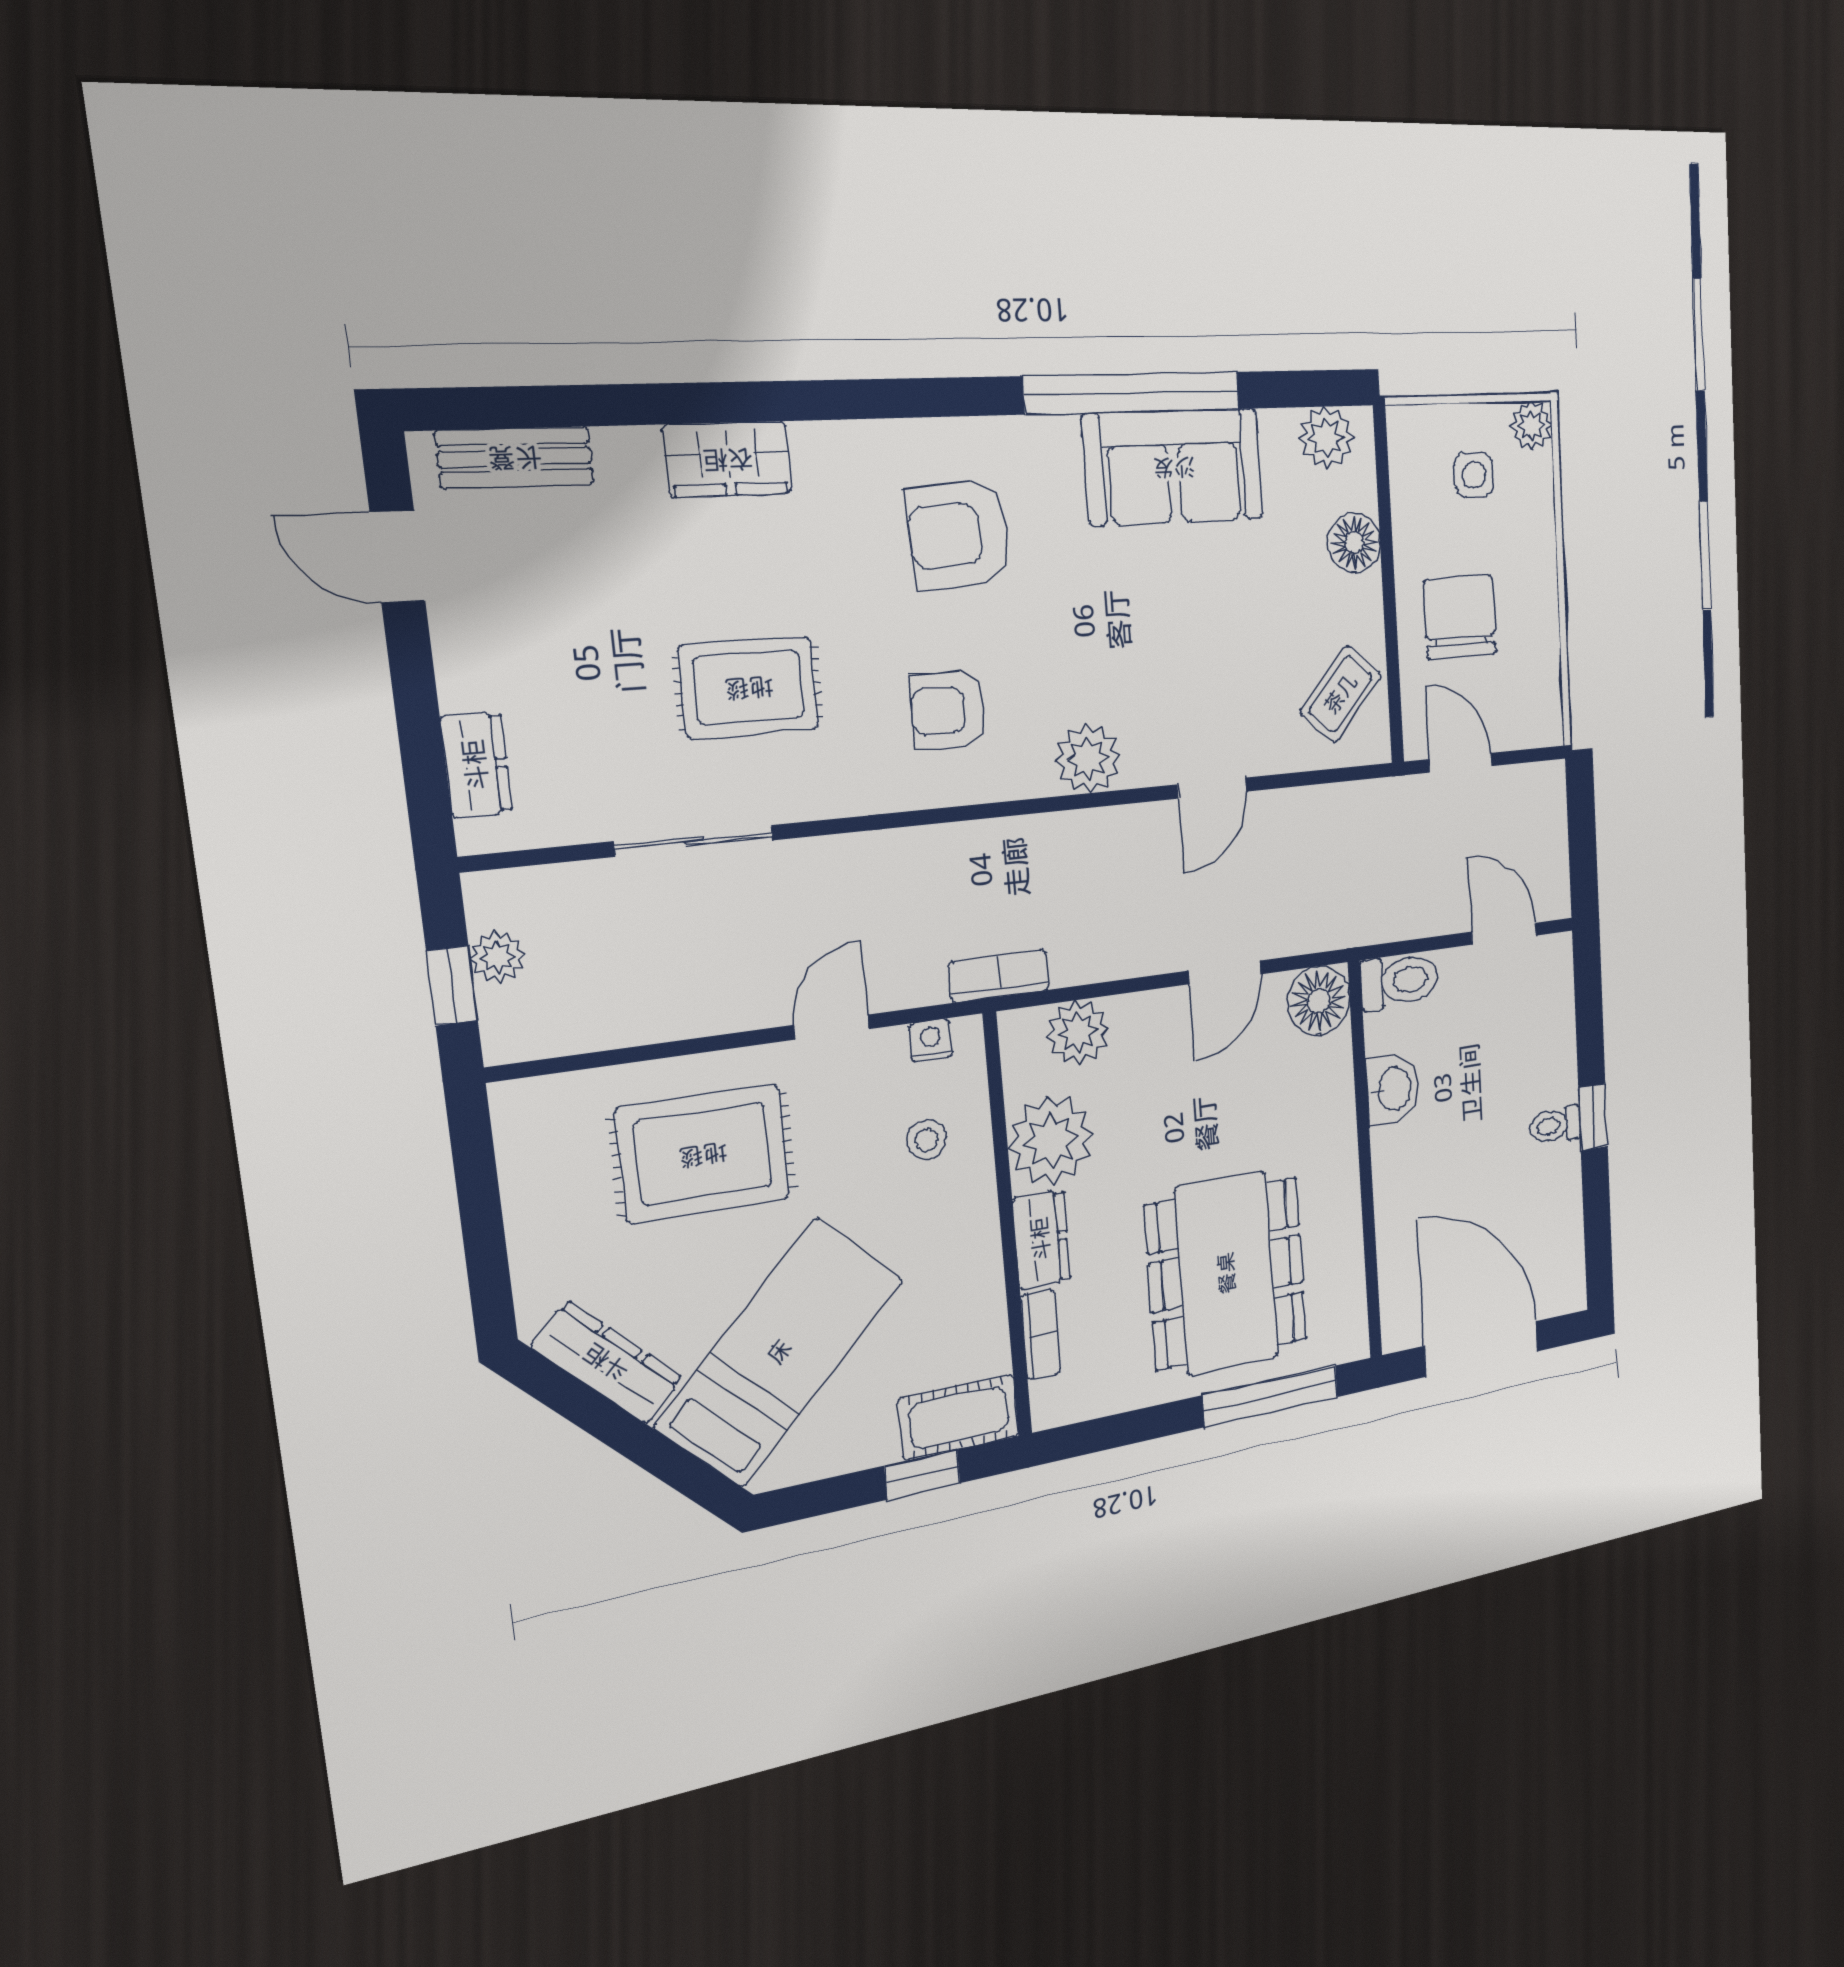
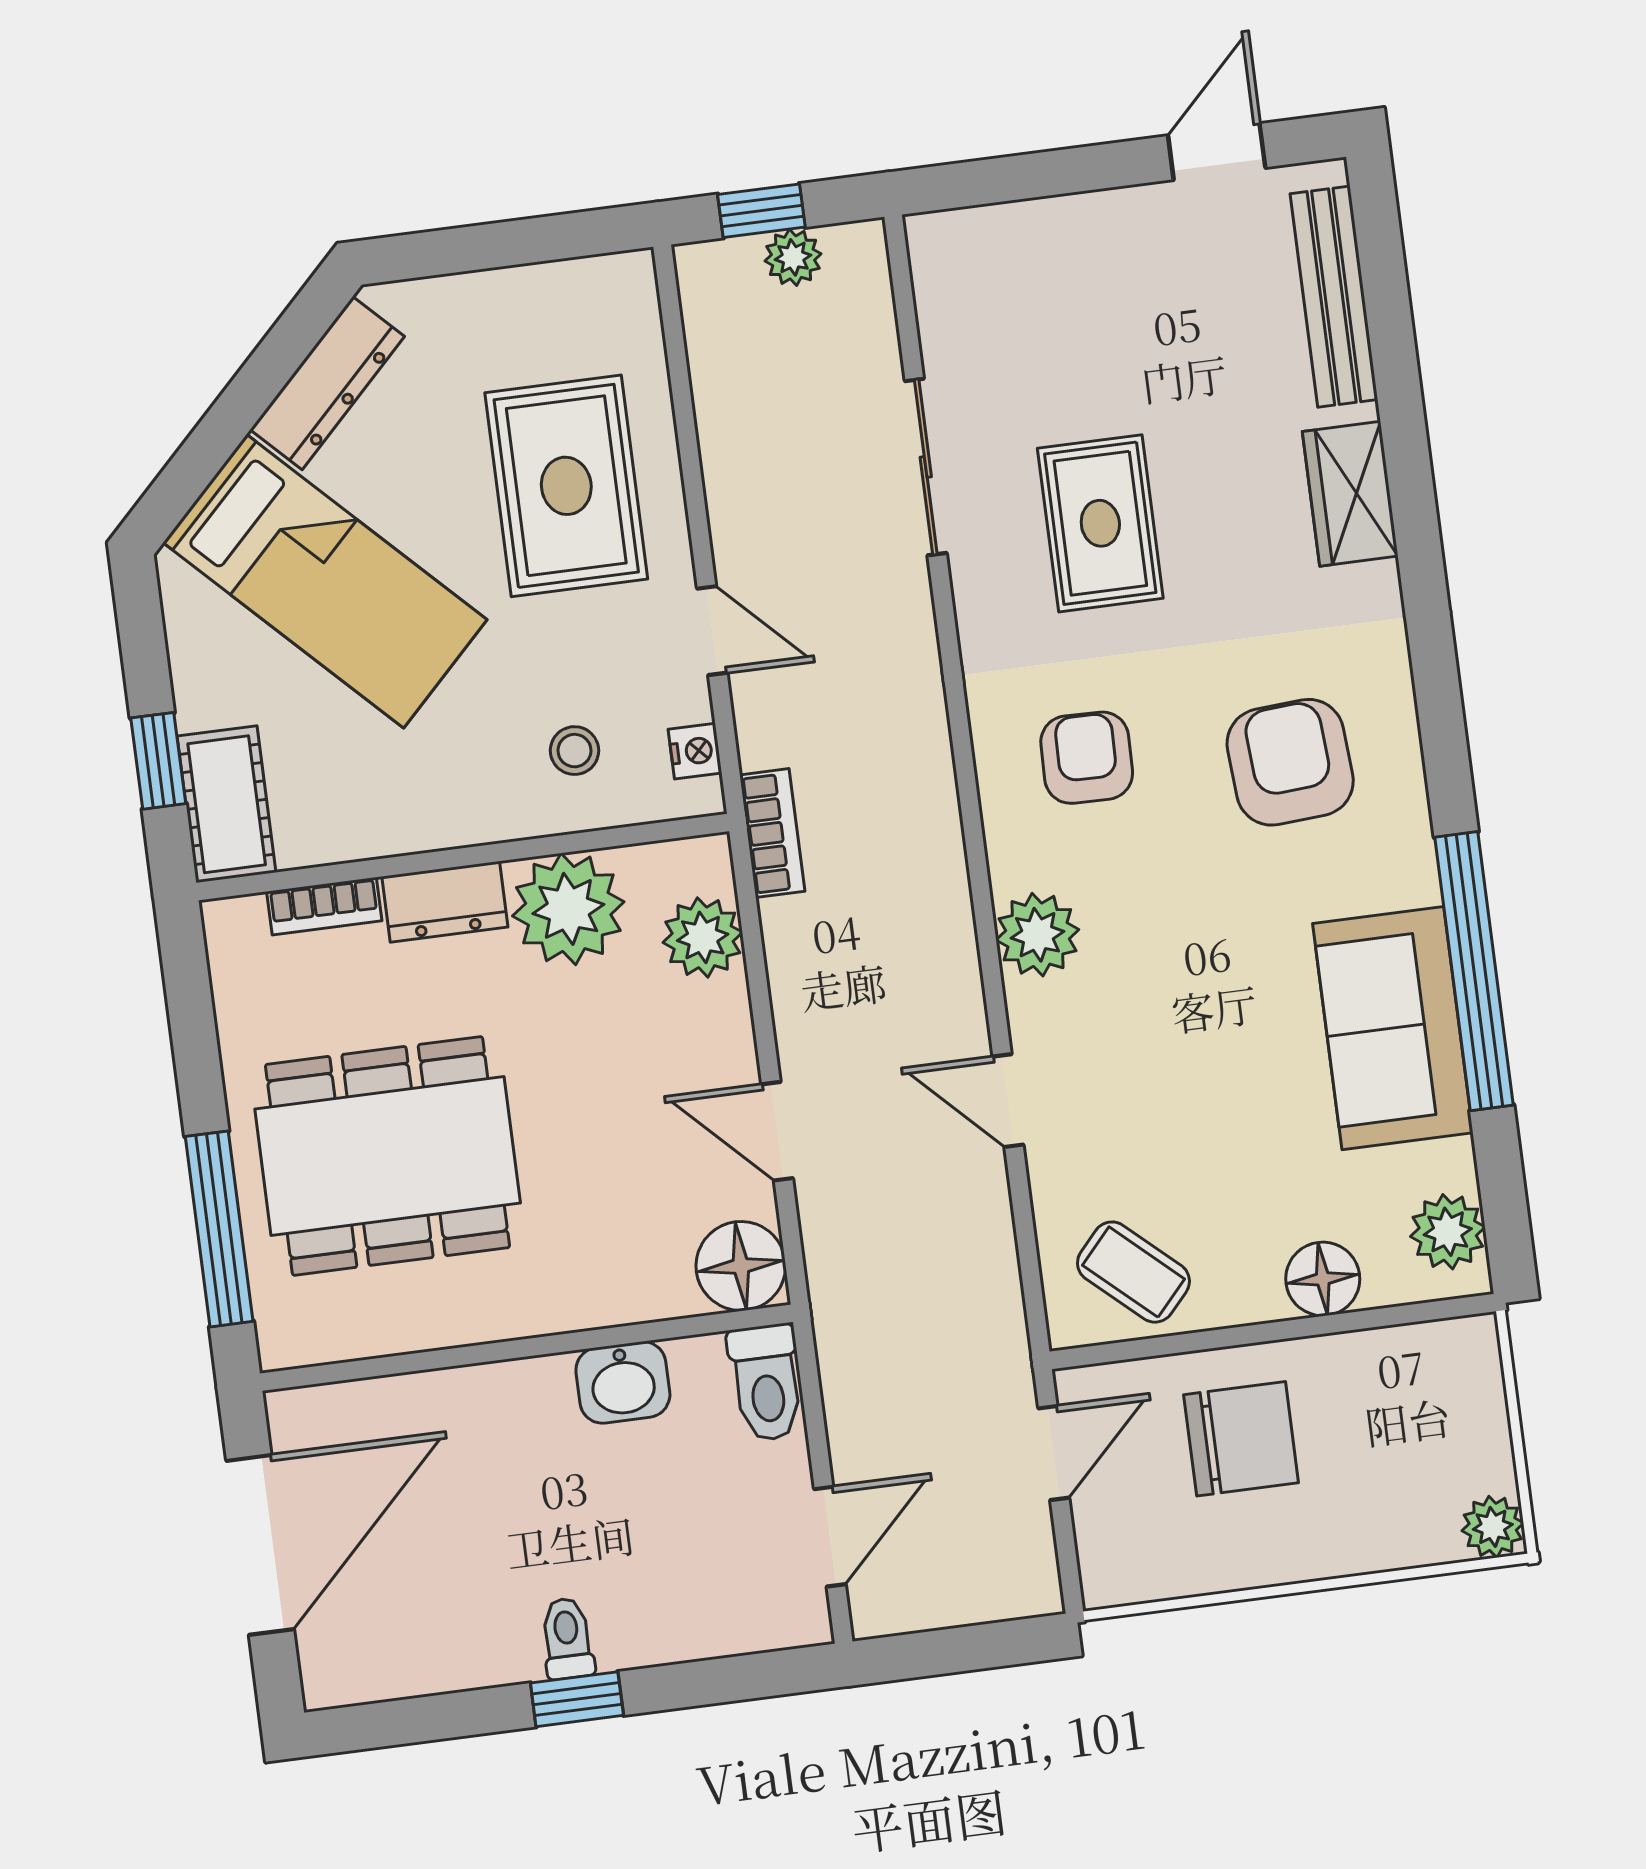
bench: (515, 457) -> (1334, 297), width x1.36
side table: (1474, 475) -> (1422, 1446), removed
dresser: (476, 765) -> (1002, 233), removed

